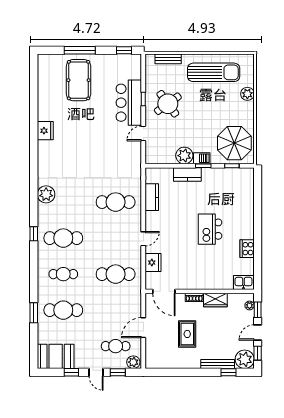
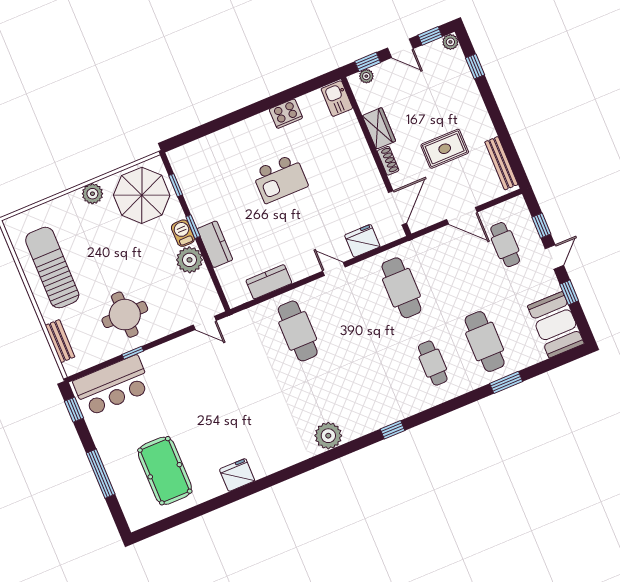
pool table: (79, 80) -> (165, 471), moved, turned 90
plant: (247, 94) -> (92, 194), moved
bar counter: (129, 103) -> (112, 386), moved
round table: (168, 104) -> (125, 315), turned 36
door: (143, 133) -> (205, 323), moved
cafe table: (63, 238) -> (381, 385), removed
plant: (245, 359) -> (450, 42), width x0.53, depth x0.53
plant: (133, 362) -> (518, 209), removed
bench: (218, 364) -> (501, 163), moved

